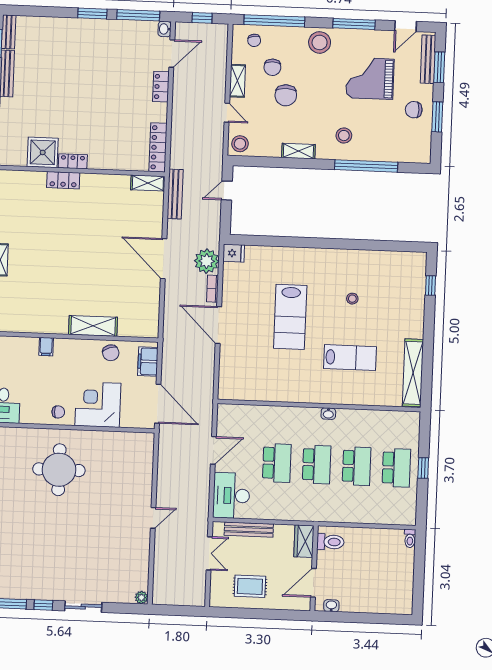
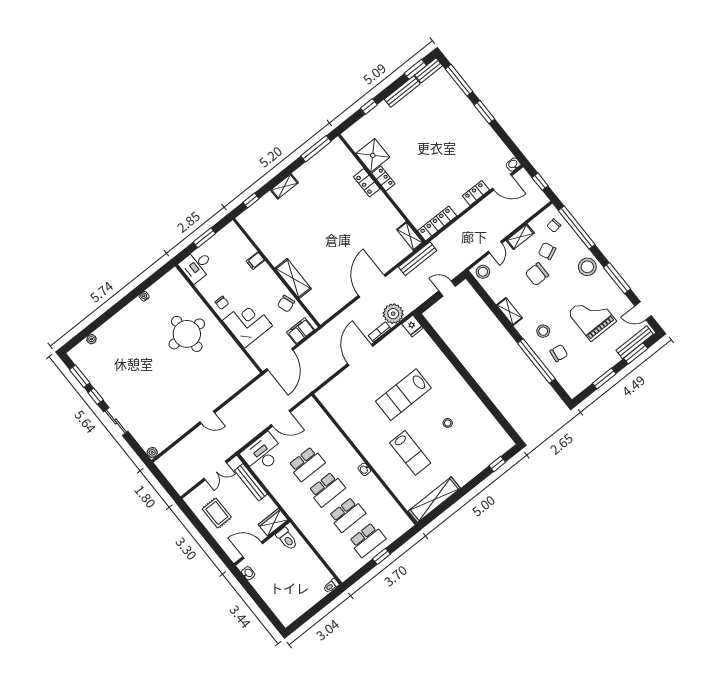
window: (138, 15) -> (459, 80), moved
chair: (272, 67) -> (547, 251), turned 66
chair: (414, 110) -> (559, 353), moved, turned 98

